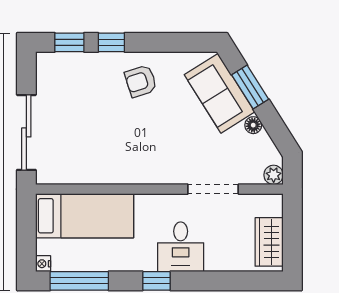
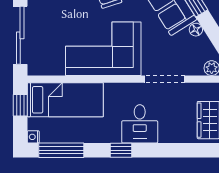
corner sofa: (133, 150) -> (103, 49), added
window: (26, 223) -> (20, 105), added

